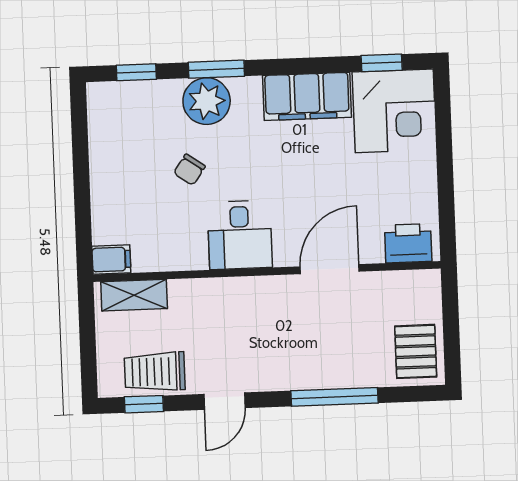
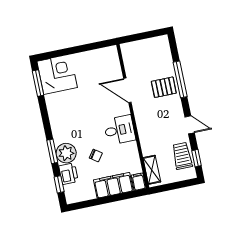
window: (382, 63) -> (38, 83), width x1.50
filing cabinet: (307, 96) -> (113, 185), moved, turned -90
printer: (408, 243) -> (68, 174), moved, turned 180
pallet: (416, 351) -> (164, 87), moved
trolley: (155, 372) -> (182, 156), turned 180

